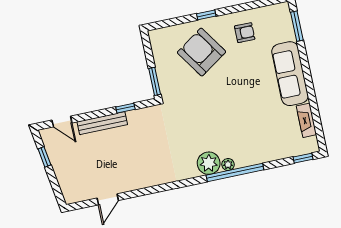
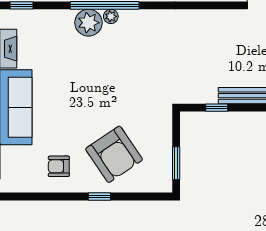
window: (155, 81) -> (176, 163), moved
plant: (209, 163) -> (88, 23), moved

